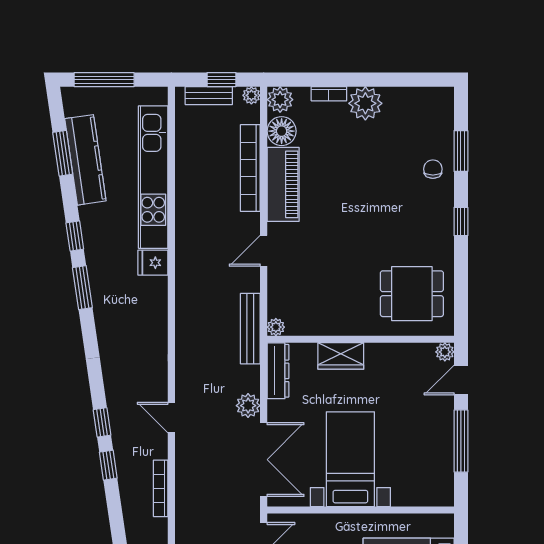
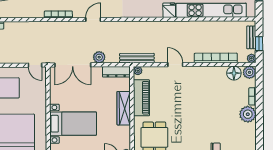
piano: (283, 184) -> (141, 98), moved, turned -90
wardrobe: (341, 356) -> (124, 108), width x1.50
bed with nightstands: (350, 459) -> (73, 124), moved

